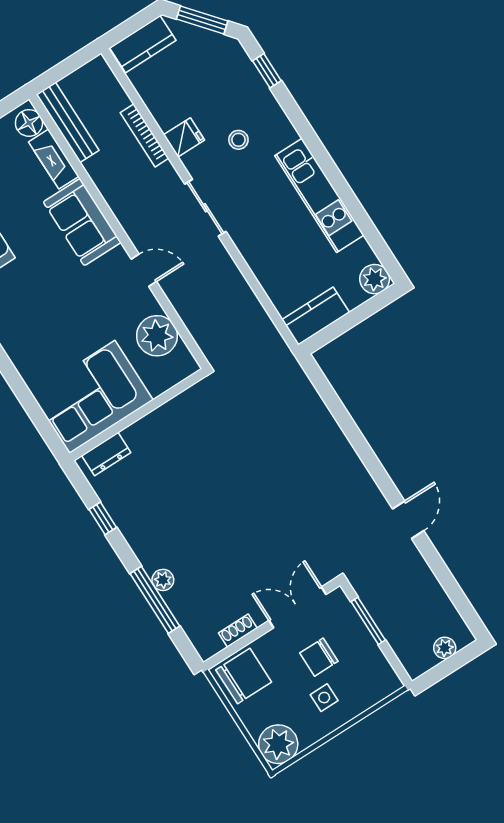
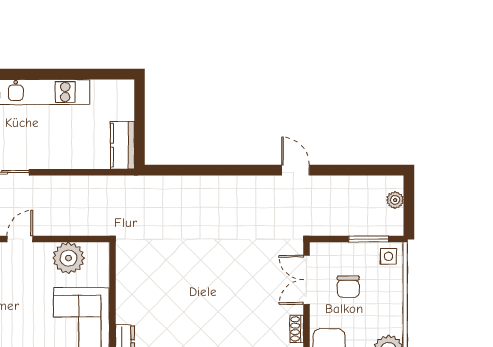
plant: (375, 279) -> (123, 91), removed
window: (368, 621) -> (369, 239), moved
side table: (324, 698) -> (389, 256), moved

